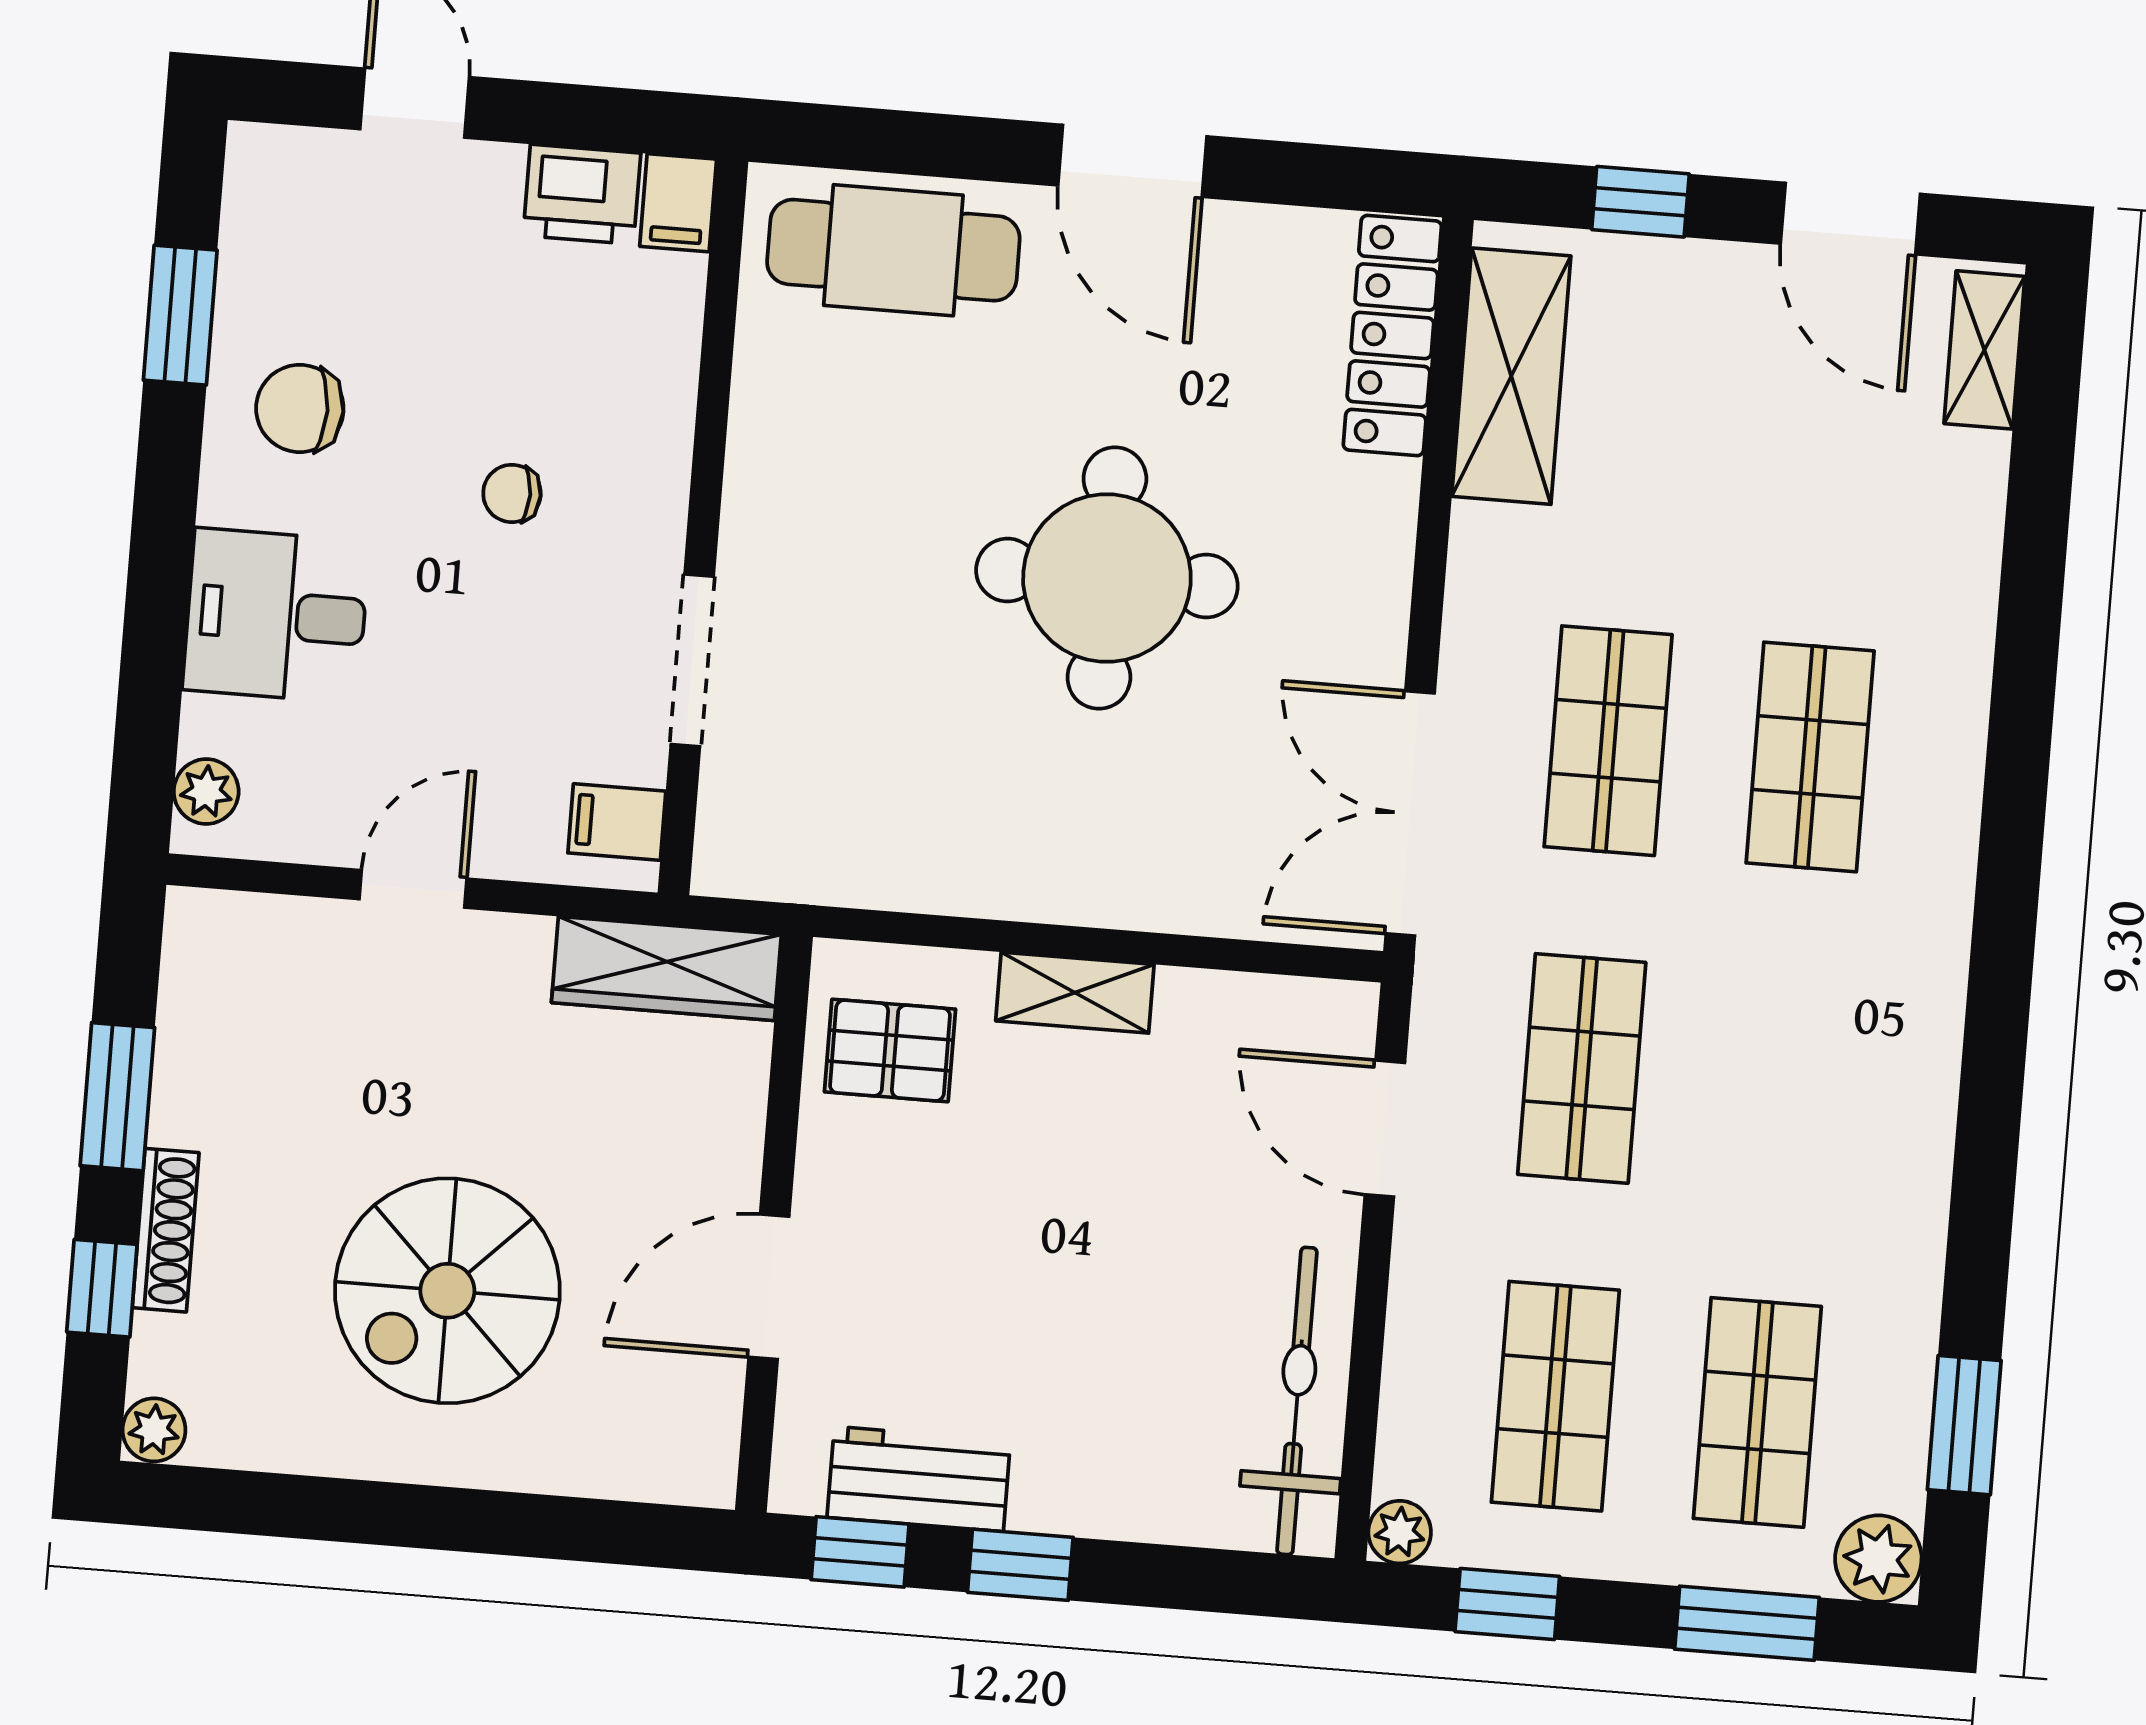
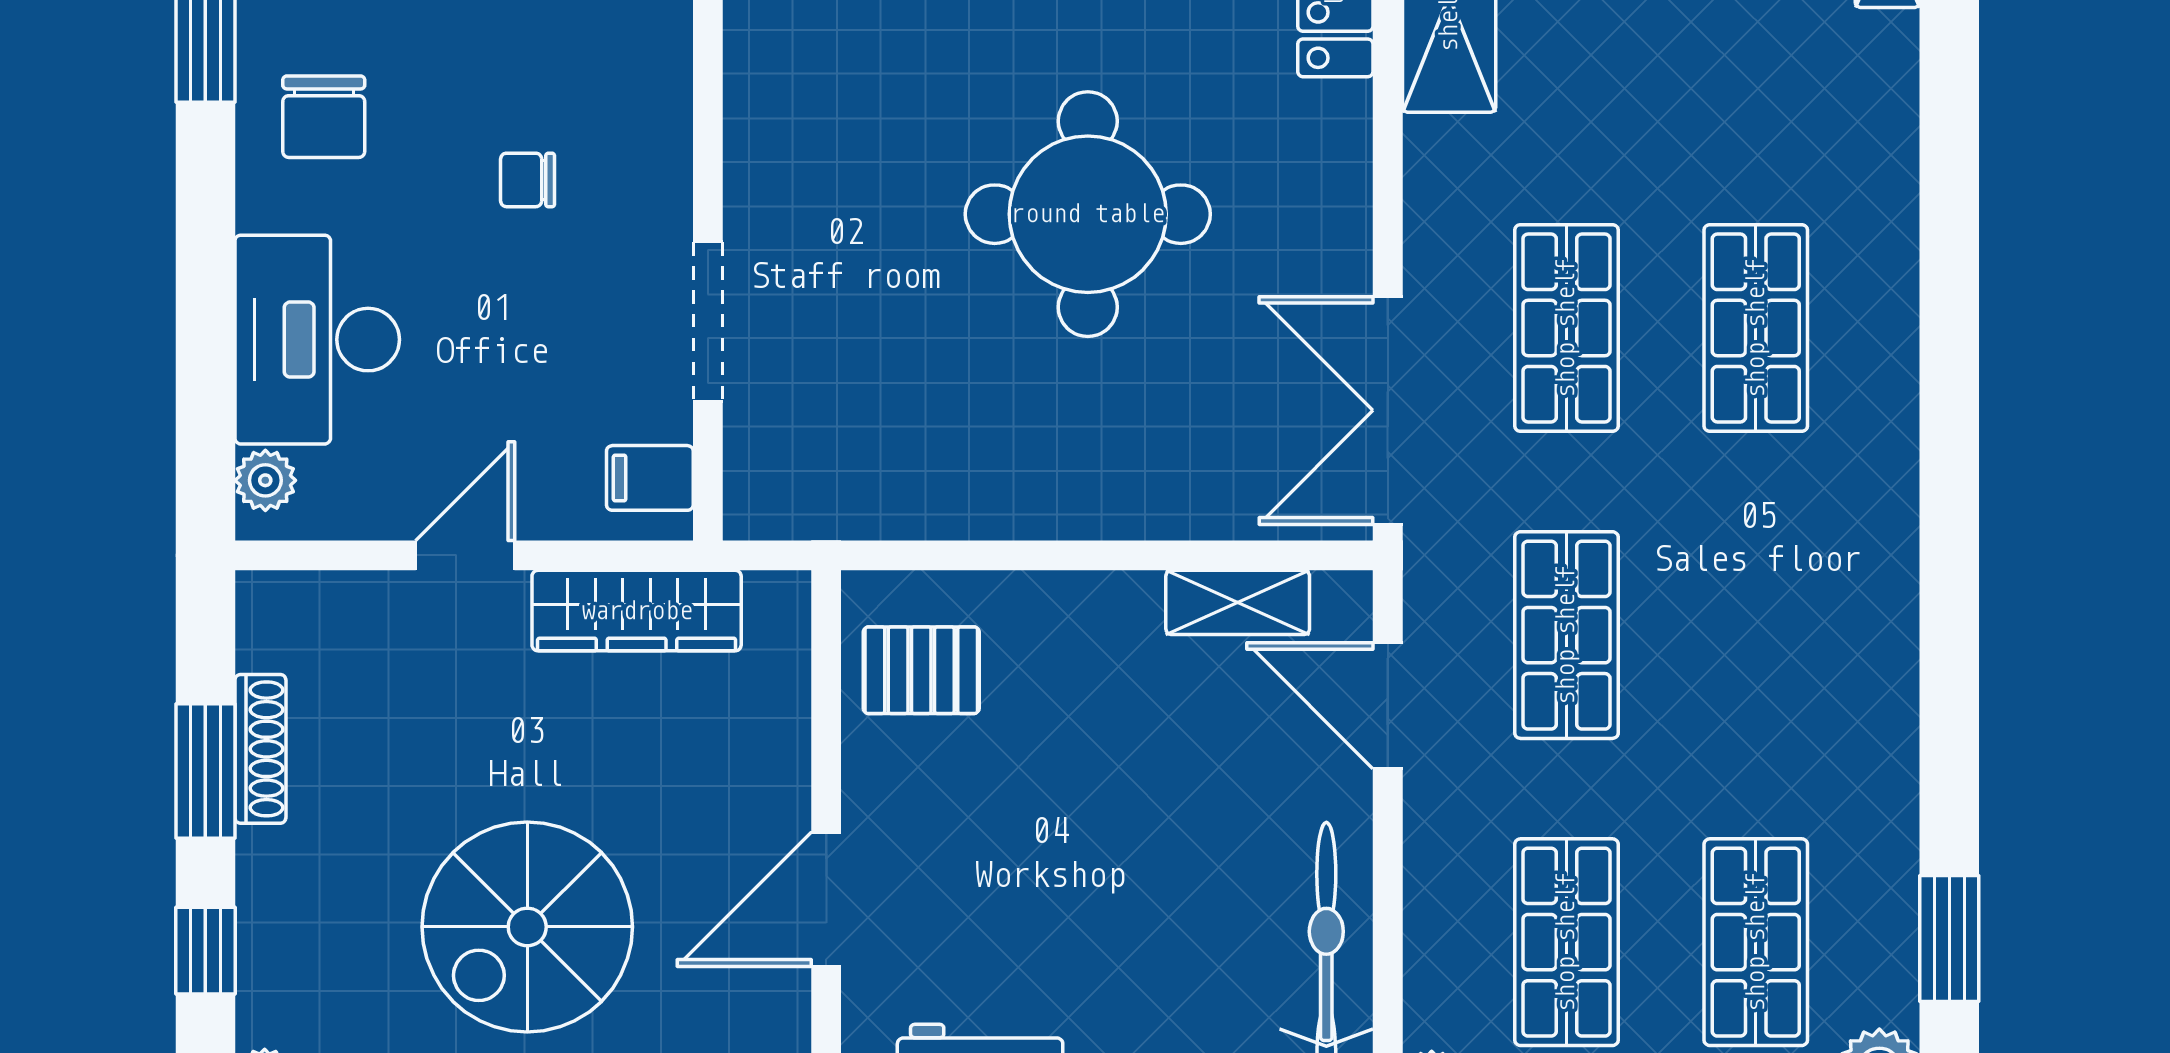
chair: (300, 408) -> (324, 117), turned -90
desk: (276, 615) -> (317, 340), width x1.37
wardrobe: (666, 968) -> (637, 611), moved
shelving: (1075, 993) -> (1238, 602), moved
shoe rack: (166, 1230) -> (260, 749), moved

